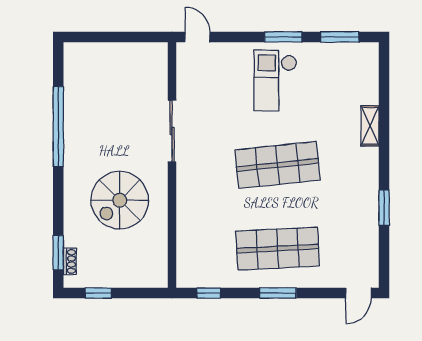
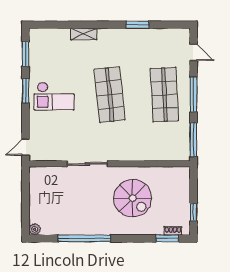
plant: (72, 51) -> (35, 229), added
window: (209, 293) -> (194, 140), width x2.17
window: (278, 293) -> (194, 94), width x1.44
door: (359, 293) -> (194, 52), moved

